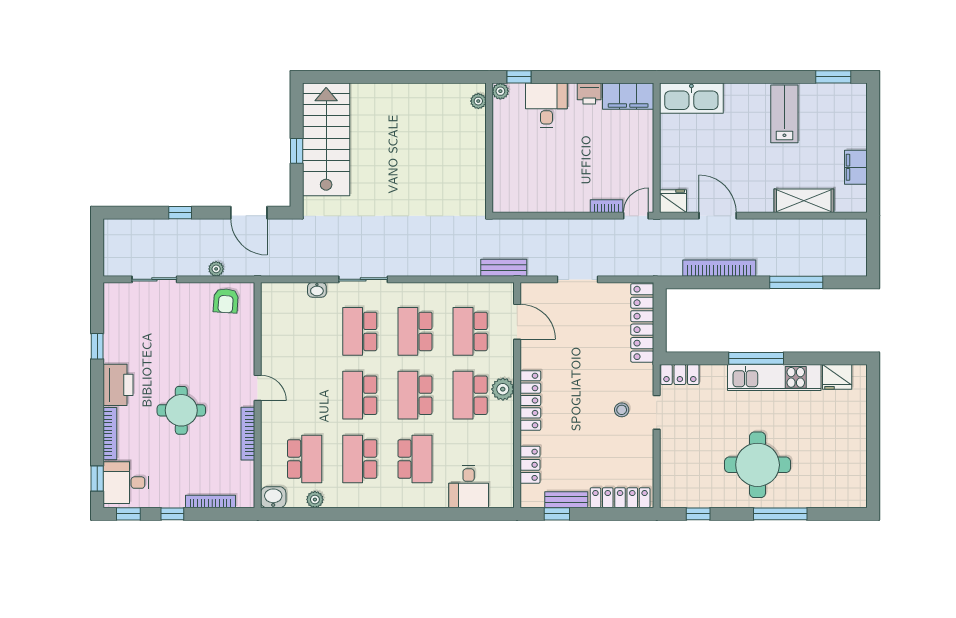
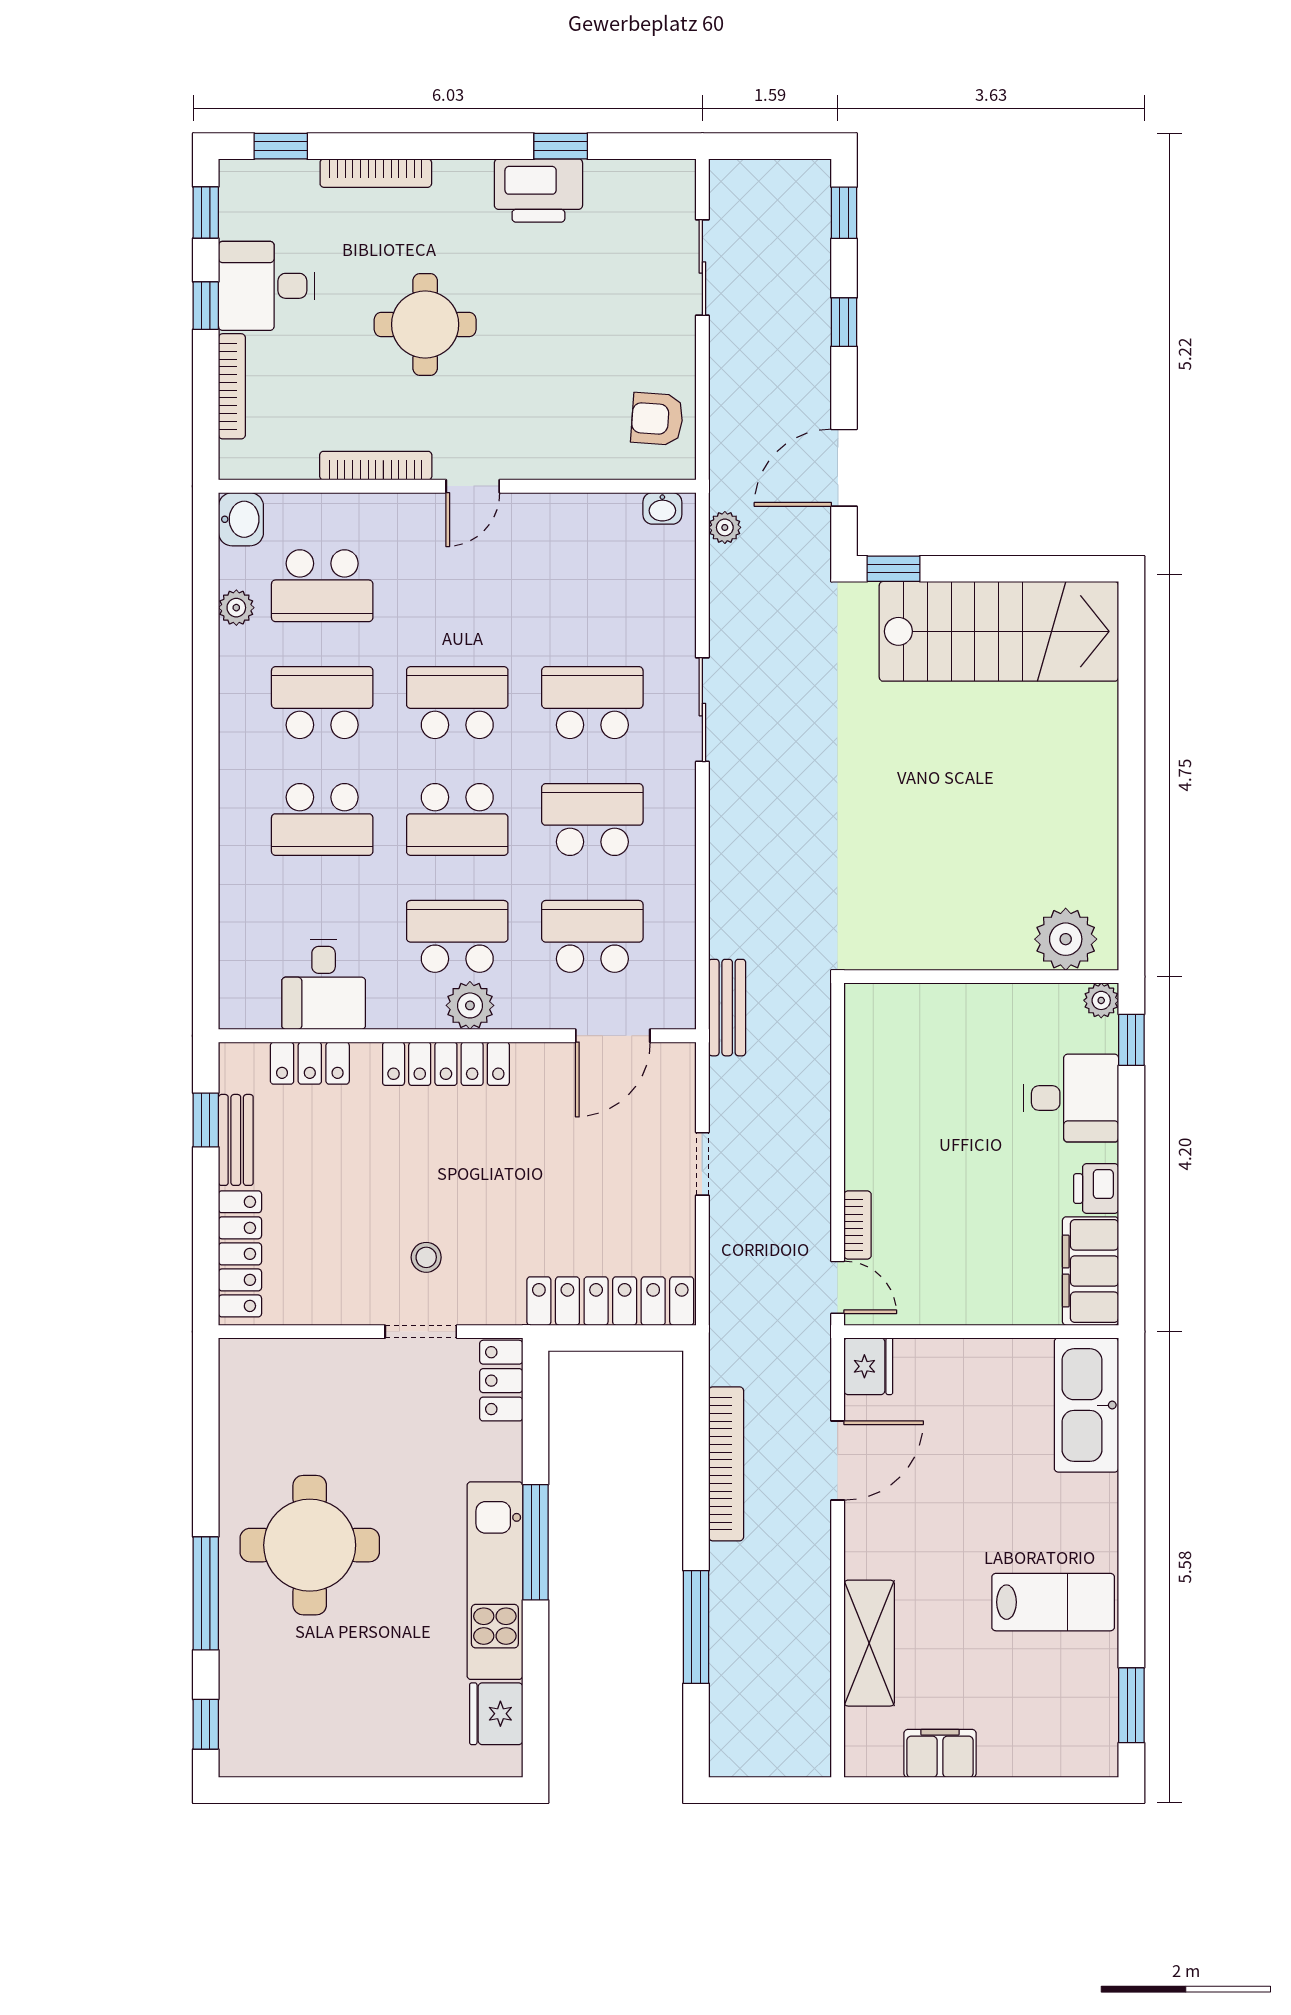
plant: (478, 101) -> (1066, 939), width x1.87, depth x1.87
window: (297, 151) -> (894, 569), moved
window: (129, 213) -> (844, 213), added
plant: (216, 269) -> (725, 527), moved
doorway: (578, 279) -> (702, 1164), width x0.73
washbasin: (317, 290) -> (662, 508), moved, turned -90
printer: (118, 385) -> (538, 190), moved
school desk: (415, 395) -> (457, 820), turned 180
desk: (126, 483) -> (266, 286), moved, turned -90
desk: (469, 487) -> (324, 984), moved, turned -90
window: (698, 514) -> (206, 1724), moved

